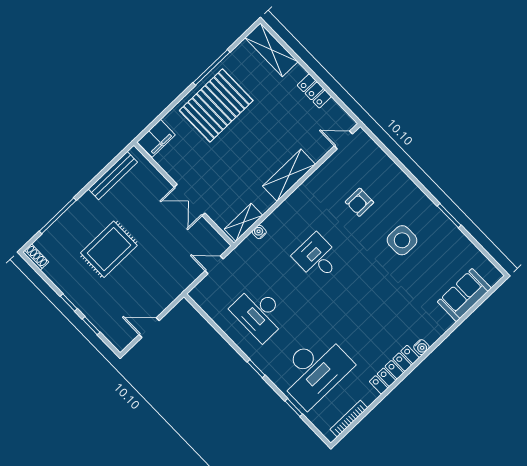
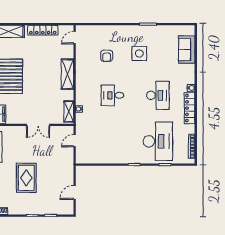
locker: (314, 91) -> (43, 30), width x1.53
desk: (259, 313) -> (158, 95), moved, turned -90

